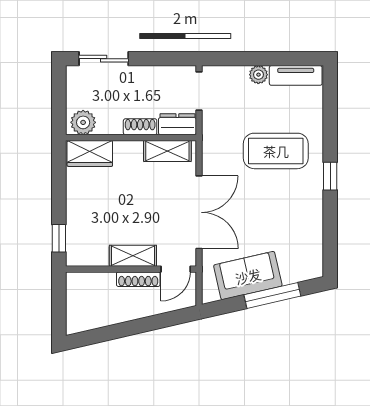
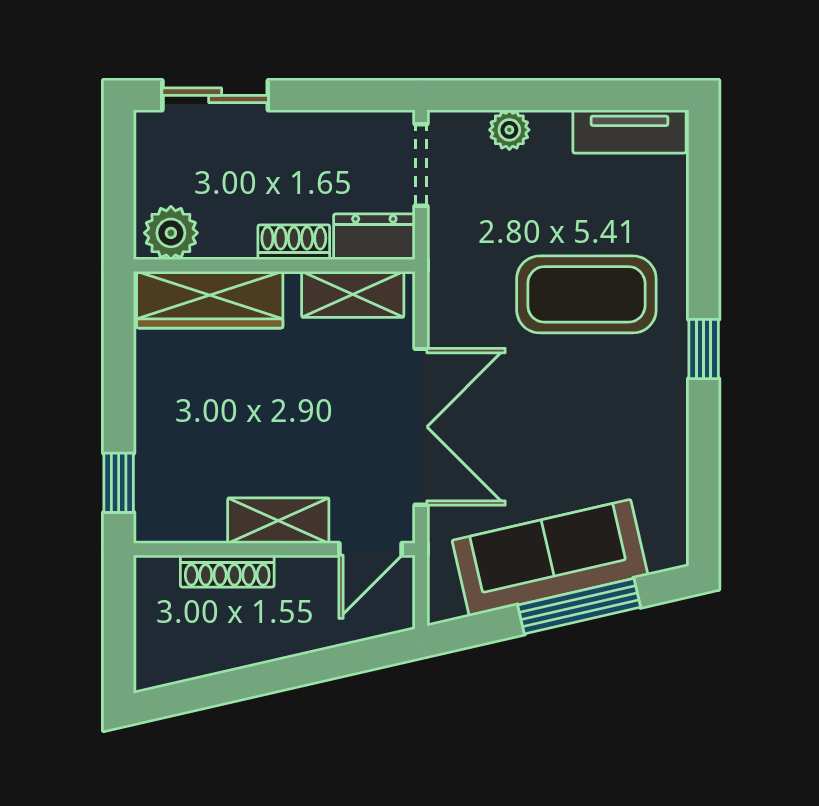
plant: (258, 75) -> (509, 130), moved
wardrobe: (90, 153) -> (210, 300), width x1.50
sofa: (248, 276) -> (550, 558), width x1.36
shoe rack: (138, 279) -> (227, 571), moved

